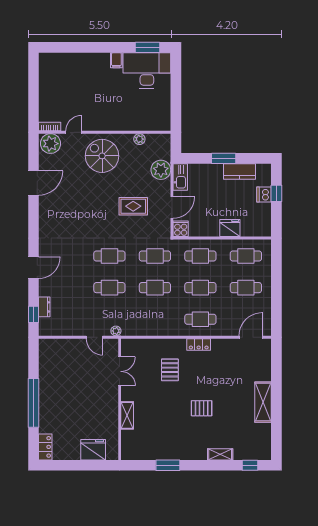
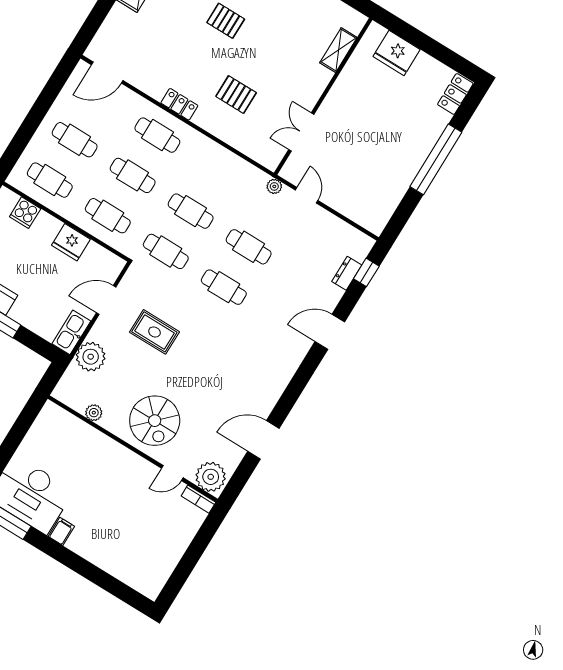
fridge: (230, 228) -> (71, 242), moved
cooker: (181, 229) -> (25, 213), moved
pallet: (170, 370) -> (236, 95), turned 90
shelving: (127, 415) -> (338, 50), moved

